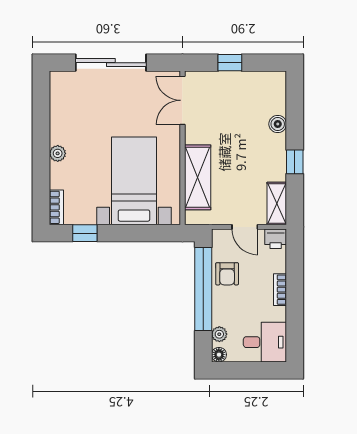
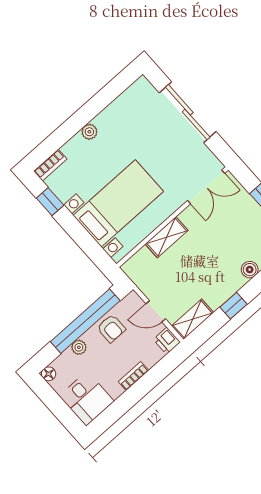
double door: (182, 100) -> (206, 187), swing flipped
shelving: (198, 177) -> (167, 237), width x0.67, depth x0.75
door: (245, 227) -> (156, 311), hinge flipped
armchair: (227, 274) -> (111, 328), turned -90
plant: (219, 334) -> (79, 347), moved

